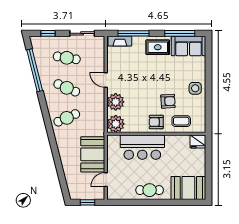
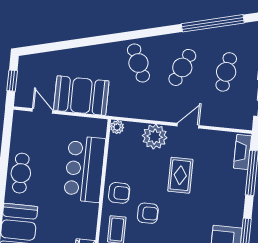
rug: (158, 47) -> (180, 175), moved
armchair: (168, 101) -> (148, 213), turned -87
armchair: (156, 122) -> (119, 193), turned 90
plant: (116, 124) -> (117, 127), width x0.53, depth x0.53

